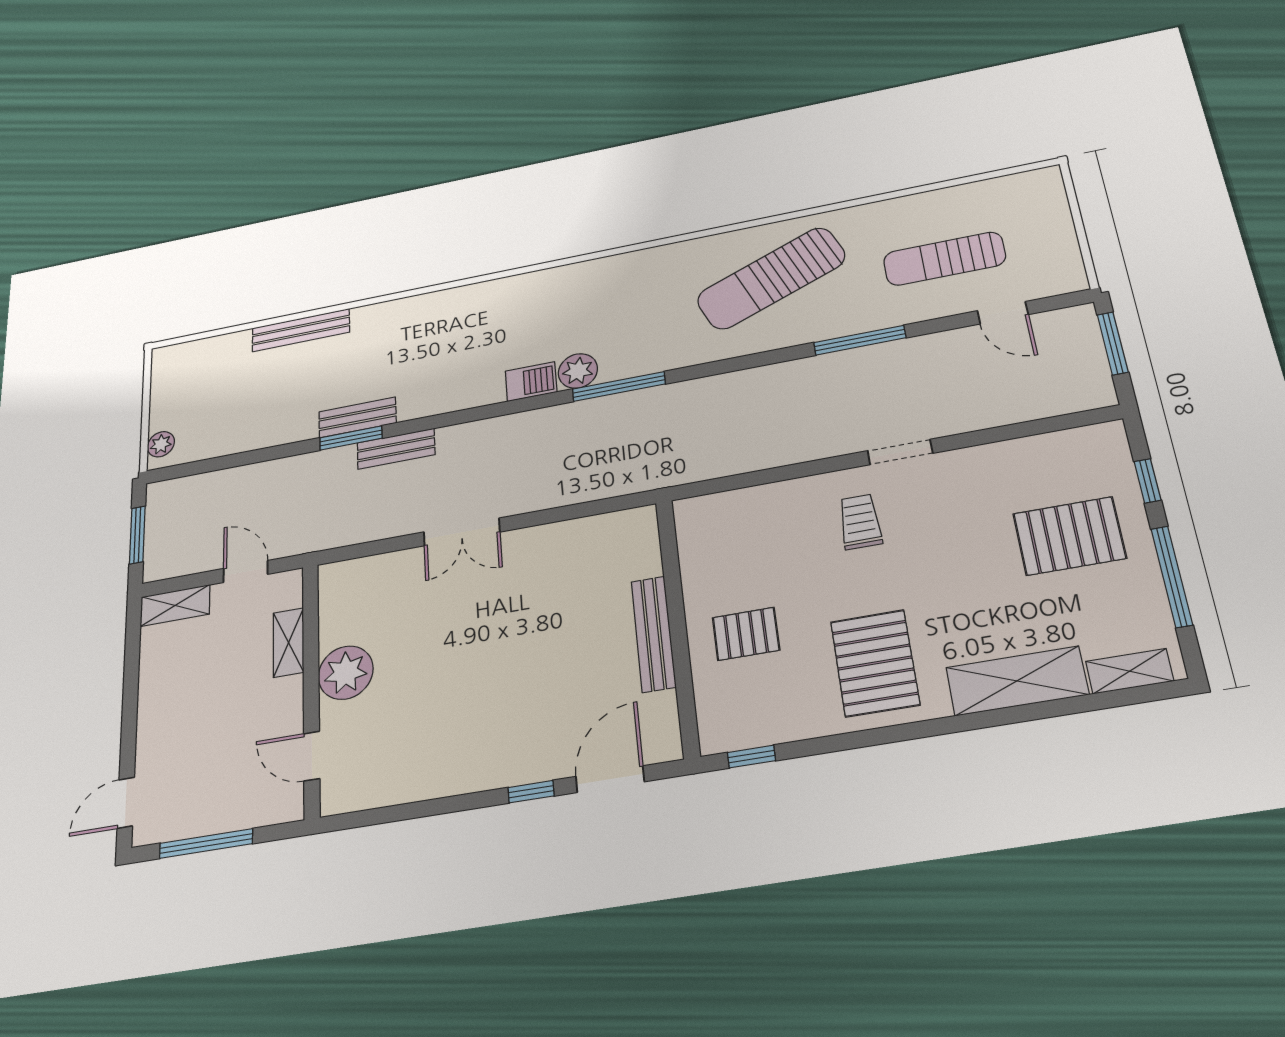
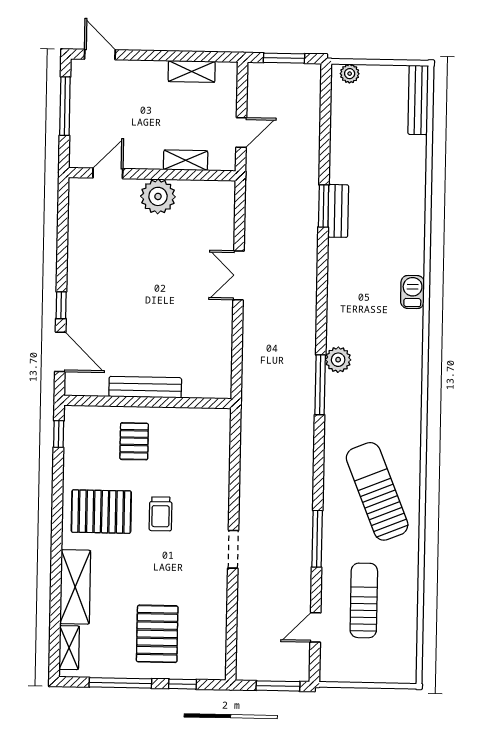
bench: (301, 330) -> (418, 100), moved
barbecue: (531, 382) -> (413, 292), moved, turned 180
bench: (396, 449) -> (308, 236), removed
trolley: (860, 522) -> (161, 514), moved, turned 90
shelving: (175, 605) -> (192, 71), moved, turned 90

